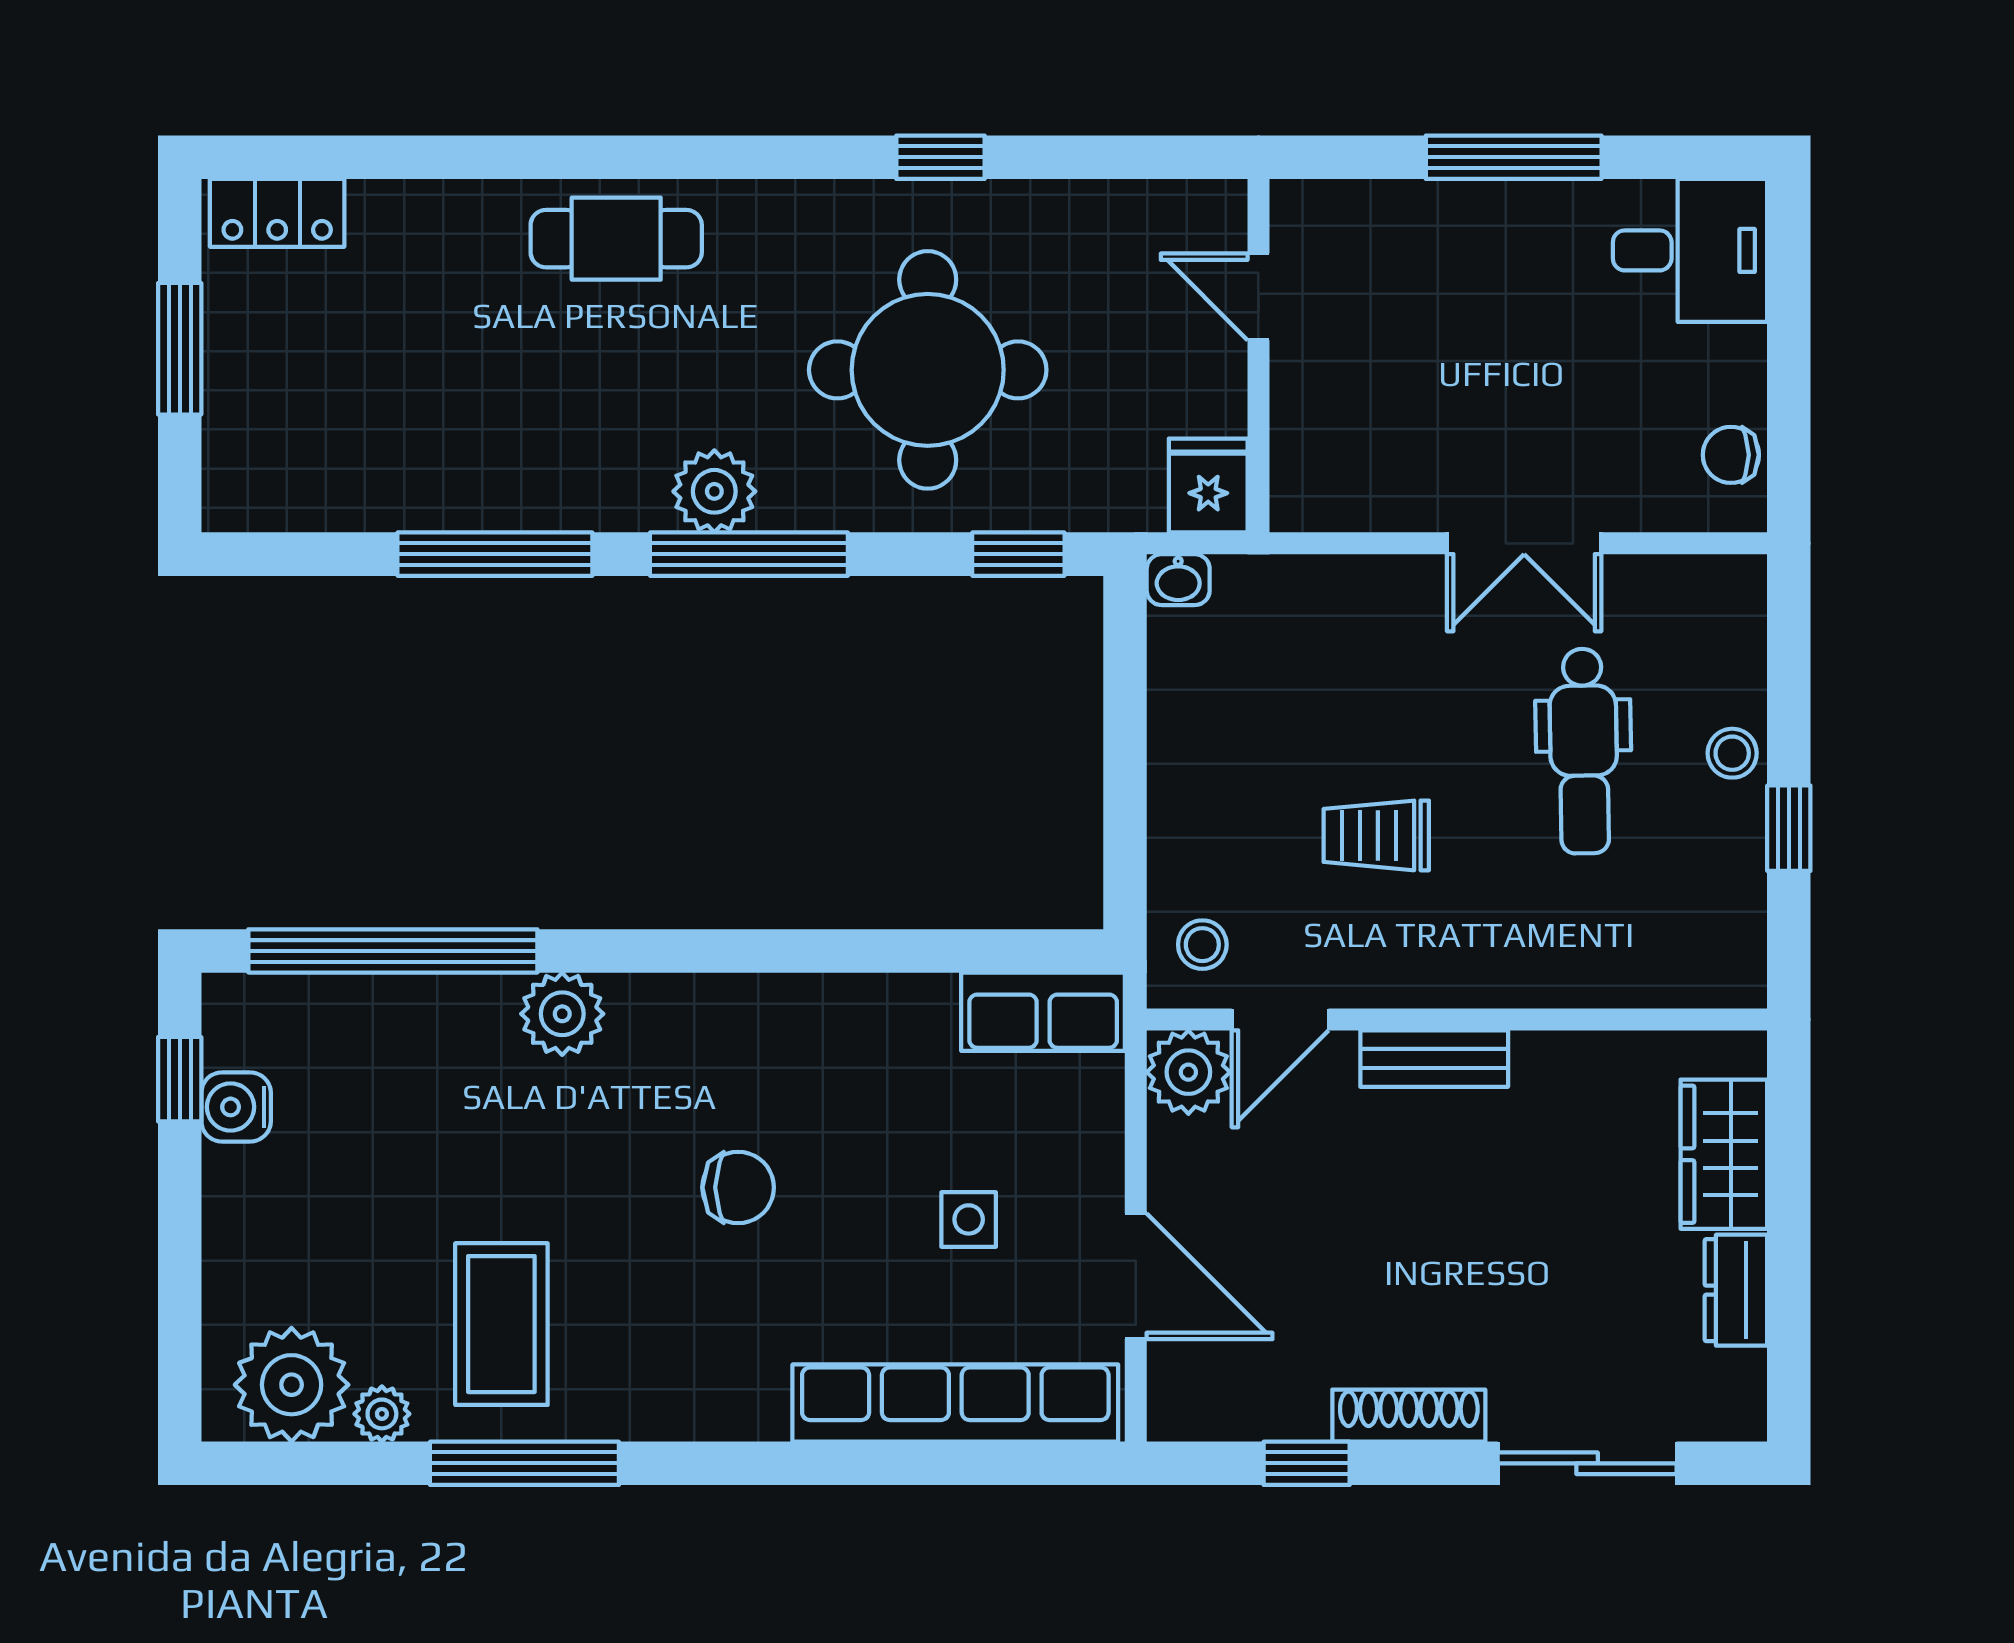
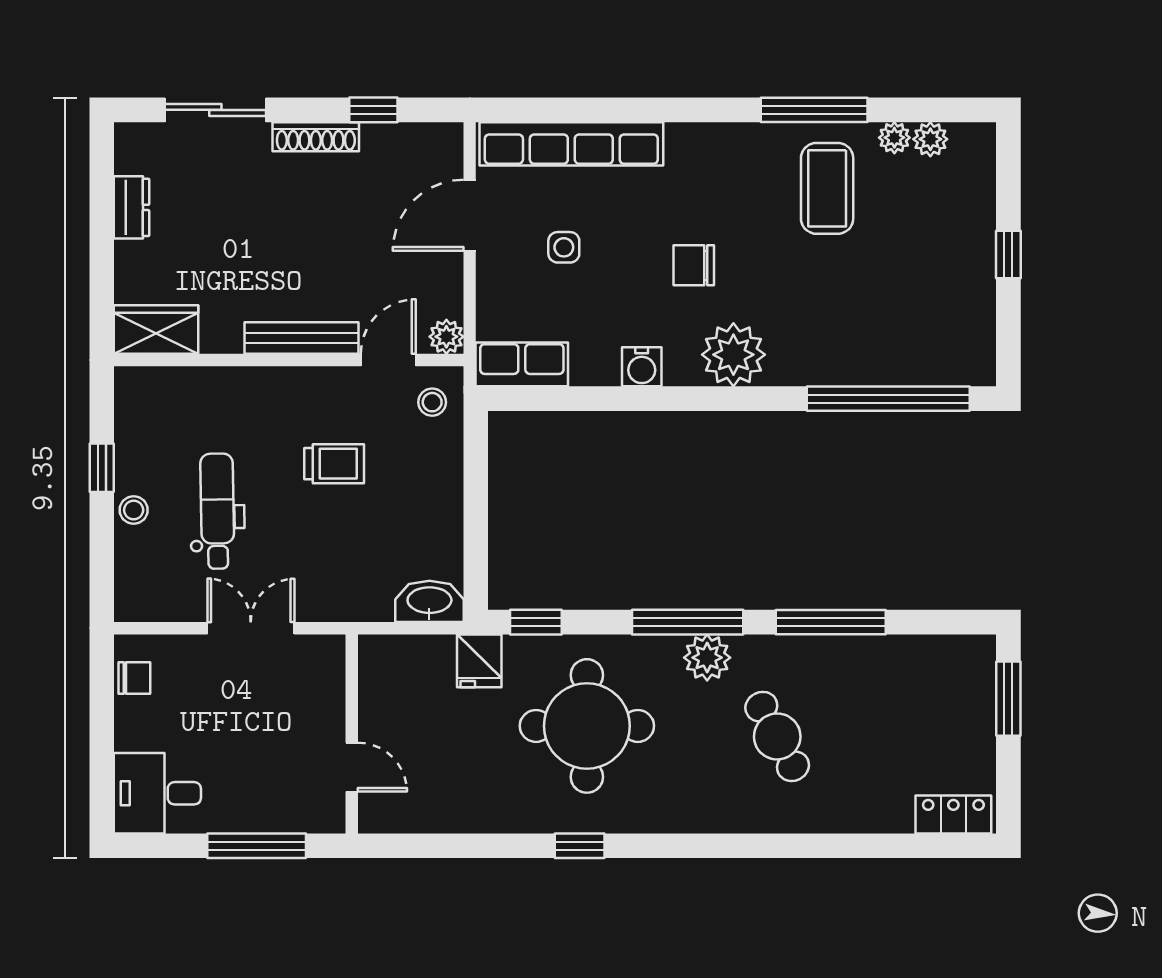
cafe table: (616, 239) -> (777, 736), moved, turned 62
door: (1258, 297) -> (352, 767), moved
window: (180, 349) -> (1008, 699), moved
wall: (1258, 356) -> (352, 734), moved
fridge: (1208, 485) -> (479, 661), moved
washbasin: (1178, 580) -> (429, 601), width x1.91, depth x1.45
plant: (562, 1014) -> (733, 355), moved, width x1.36, depth x1.36
bench: (1434, 1059) -> (302, 338), width x1.36
plant: (1188, 1072) -> (446, 337), width x0.73, depth x0.73
window: (180, 1079) -> (1008, 254), moved
water cooler: (236, 1107) -> (642, 367), moved, turned 90
wardrobe: (1724, 1154) -> (156, 329), moved, turned -90
door: (1136, 1276) -> (470, 215), hinge flipped
plant: (292, 1385) -> (930, 139), width x0.53, depth x0.53

